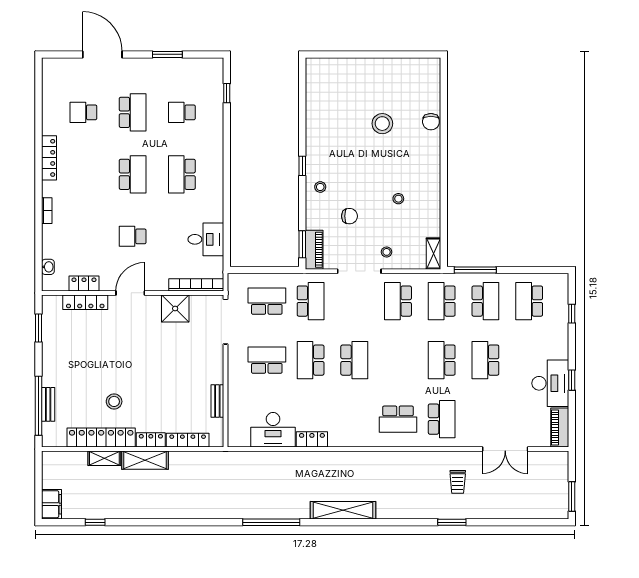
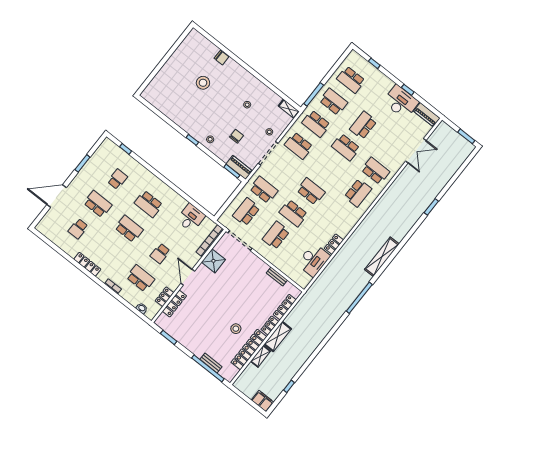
school desk: (182, 112) -> (117, 179), turned 180
school desk: (83, 236) -> (140, 278), added
school desk: (485, 360) -> (363, 125), turned 90
trolley: (458, 482) -> (413, 188), removed

